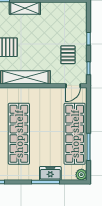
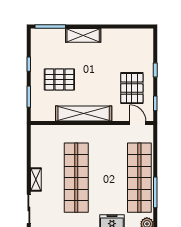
pallet: (68, 55) -> (132, 88), width x1.50, depth x1.42
door: (73, 86) -> (138, 123), swing flipped

